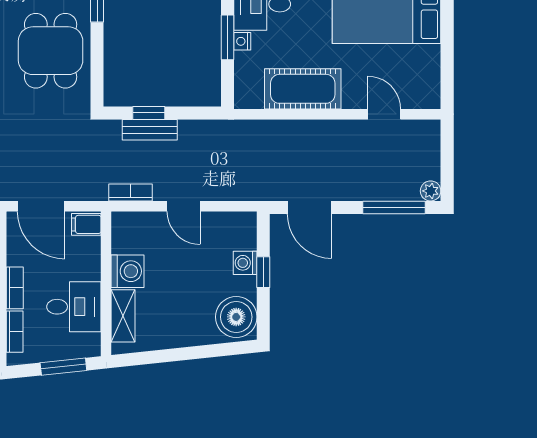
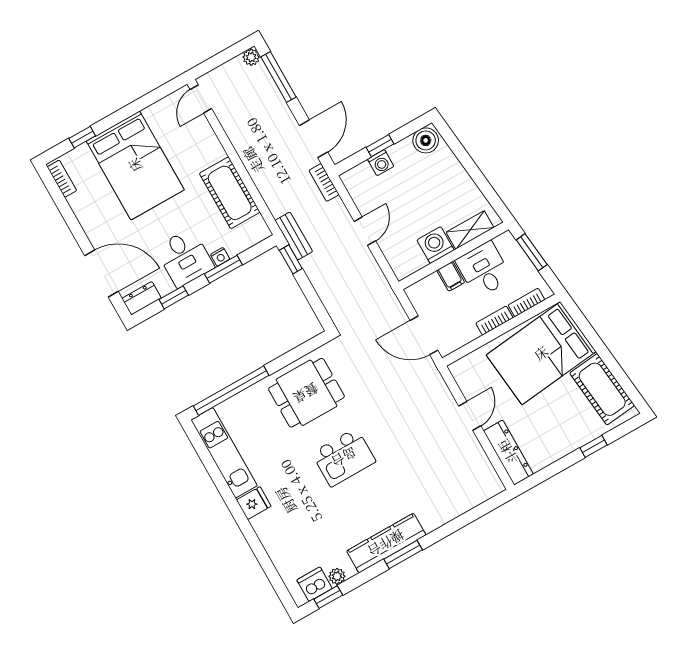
window: (149, 113) -> (291, 259), moved
door: (384, 114) -> (201, 99), moved
bench: (150, 130) -> (294, 236), moved
bookcase: (130, 192) -> (324, 182), moved
door: (41, 206) -> (424, 335), swing flipped
filing cabinet: (86, 224) -> (451, 276), moved
boiler: (236, 317) -> (426, 140), width x0.73, depth x0.73

